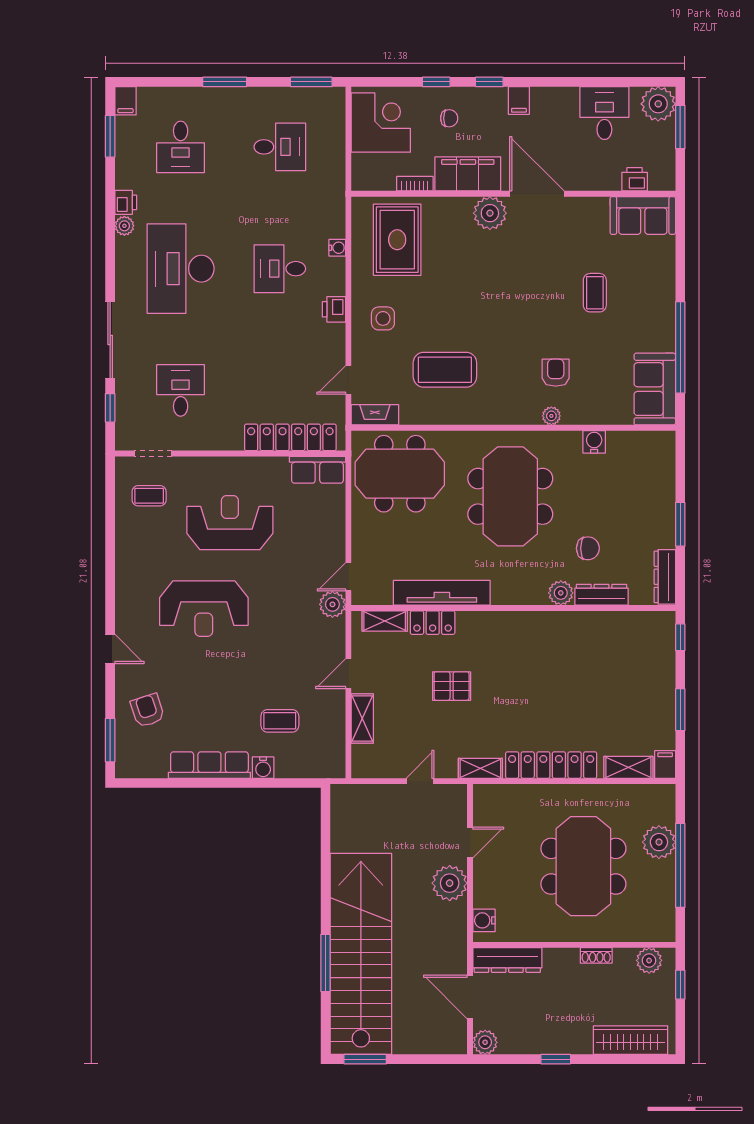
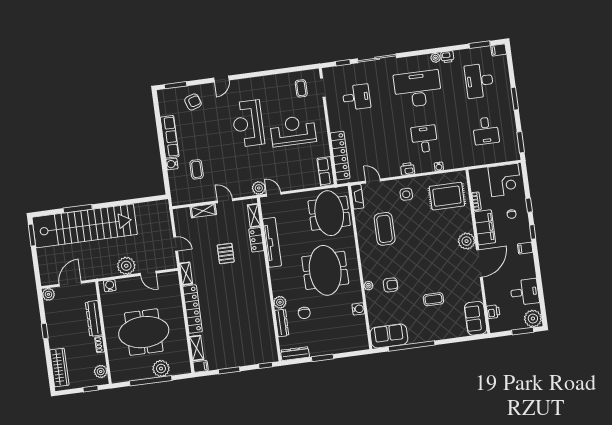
desk: (181, 147) -> (479, 81), width x1.37
meeting table: (510, 496) -> (325, 270), turned 90
reception desk: (230, 523) -> (293, 131), turned -90
dresser: (507, 960) -> (94, 318), moved

